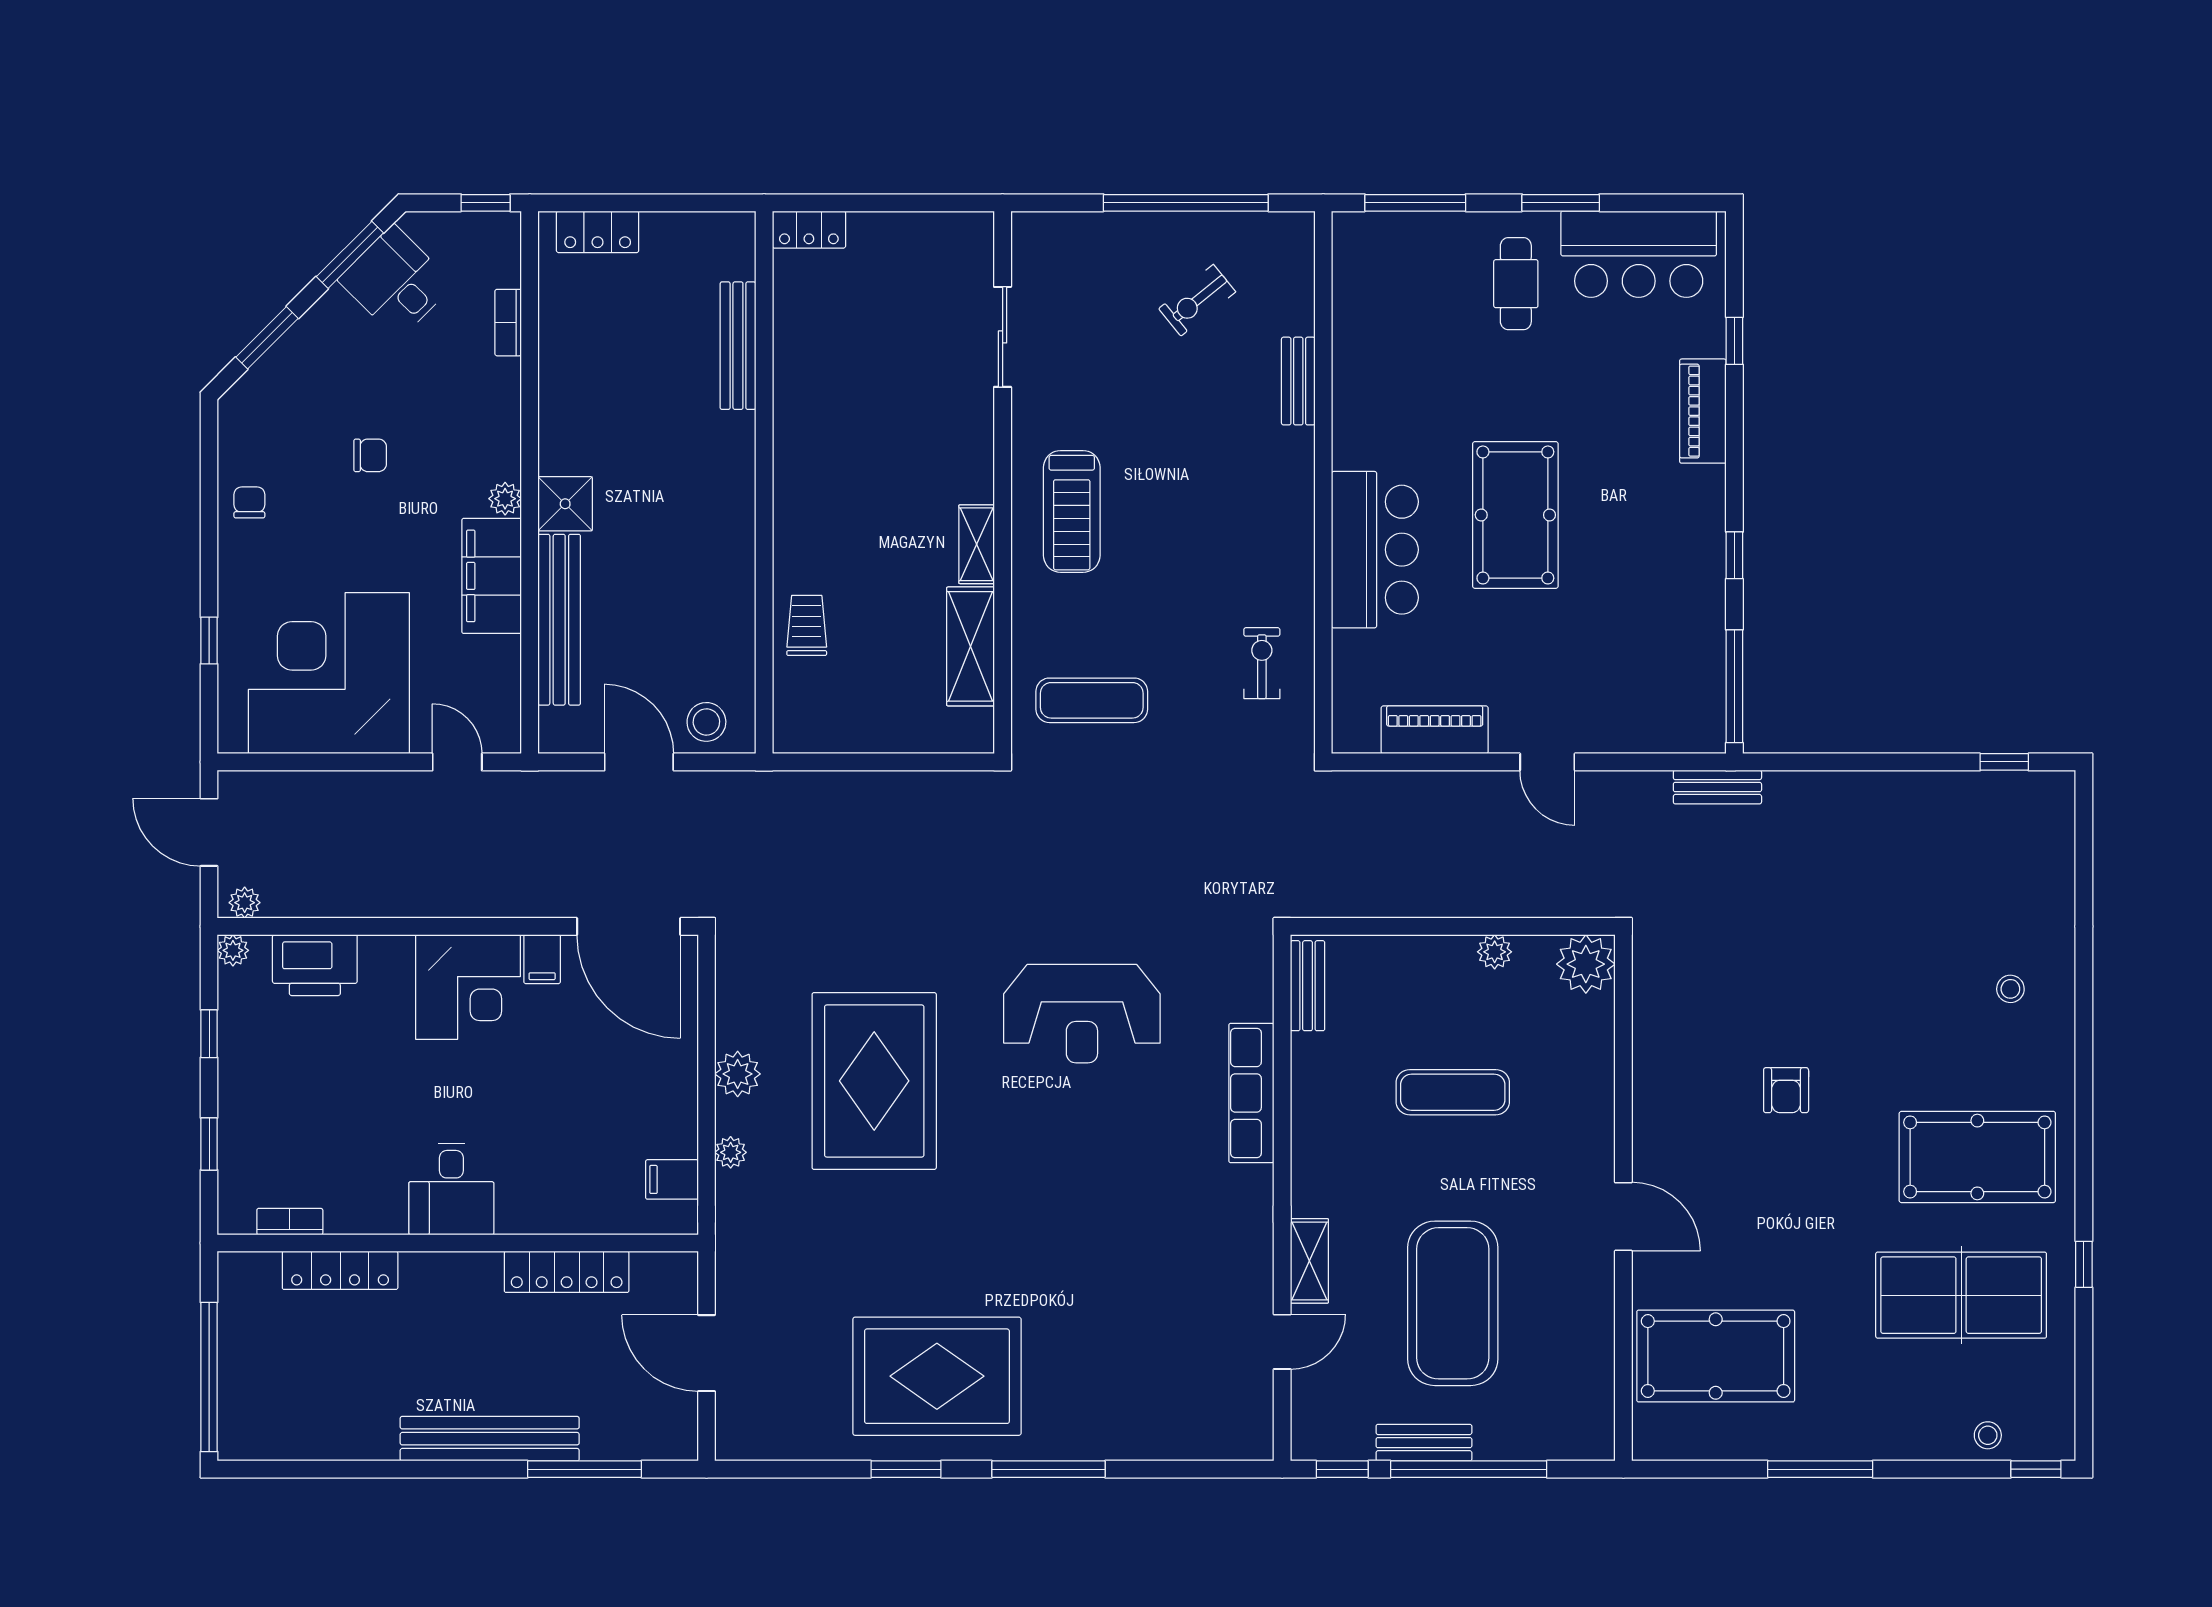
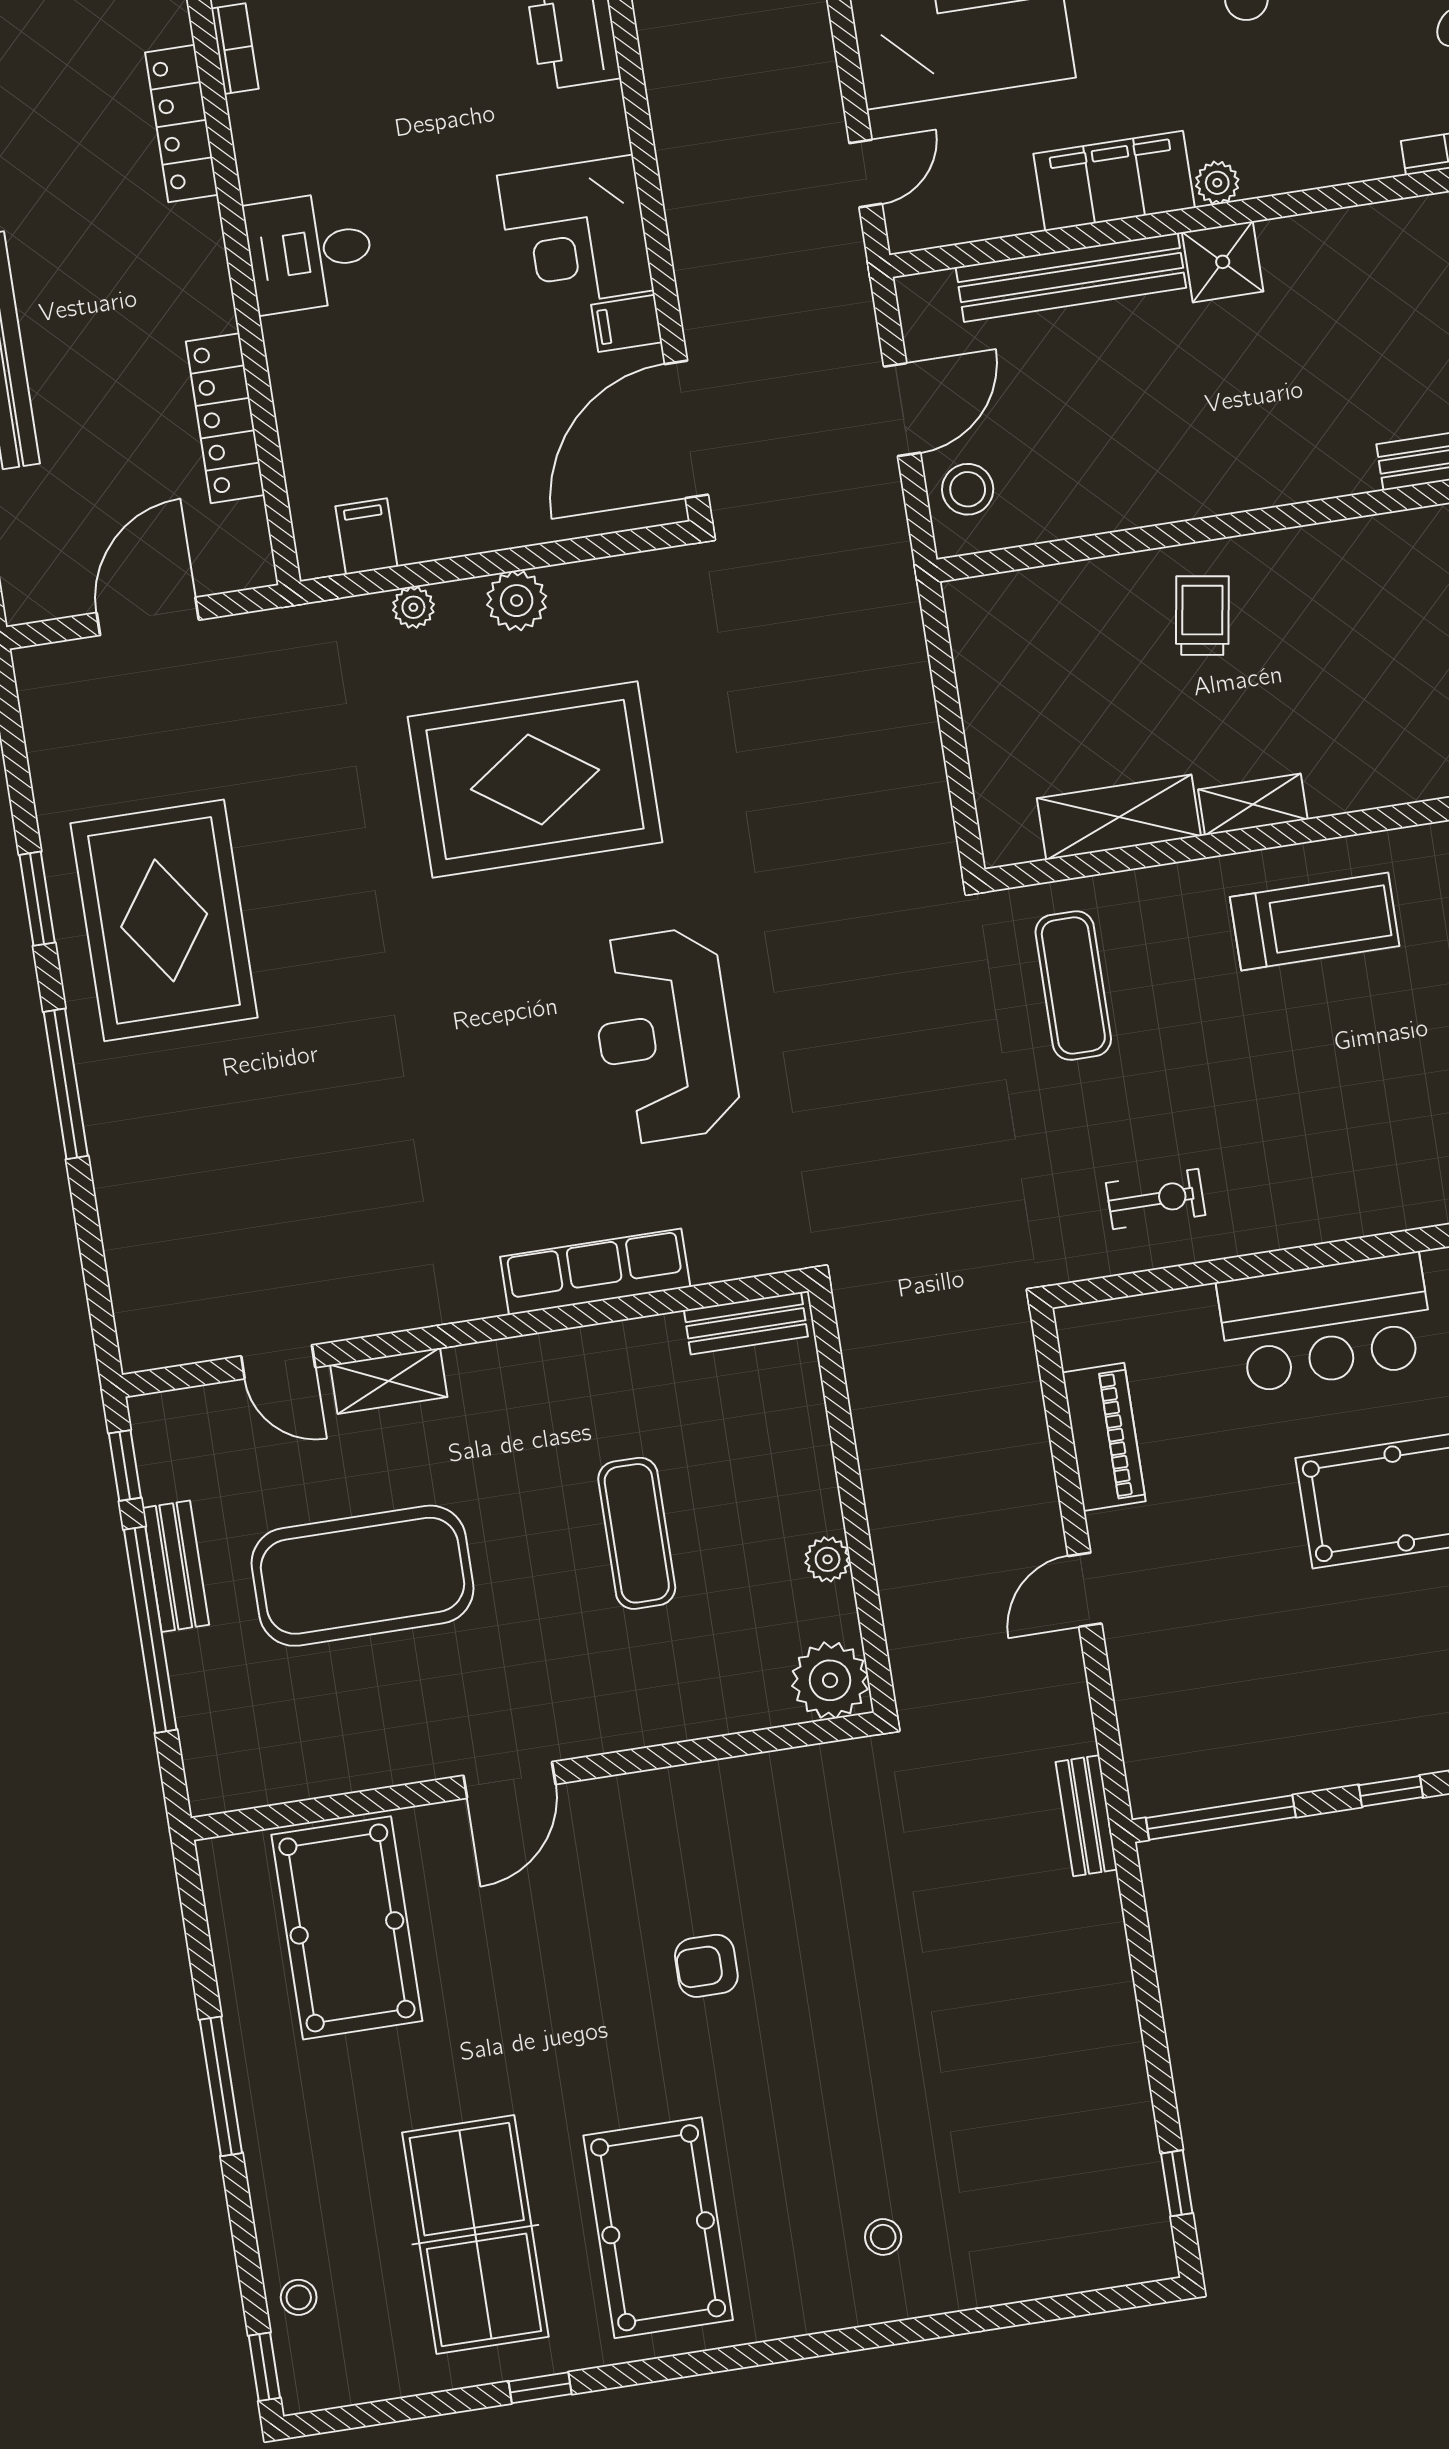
treadmill: (1072, 511) -> (1315, 922), turned 180
trolley: (807, 625) -> (1202, 616), moved, turned -81

